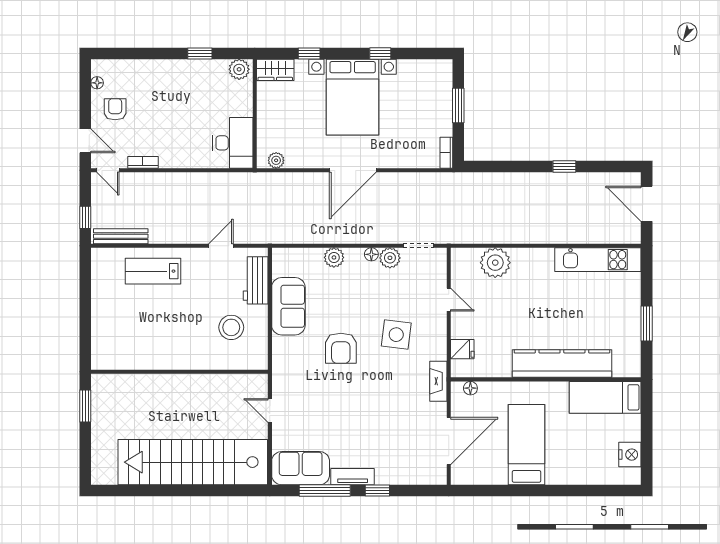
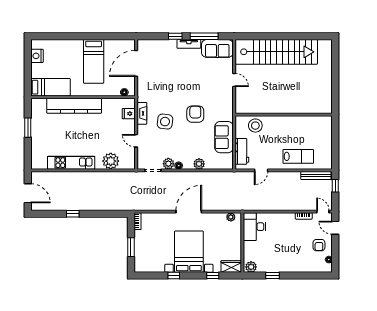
kitchen unit: (598, 260) -> (71, 163), moved
wall: (179, 372) -> (284, 115), moved
fireplace: (438, 381) -> (142, 113), moved
window: (85, 406) -> (335, 82), removed

